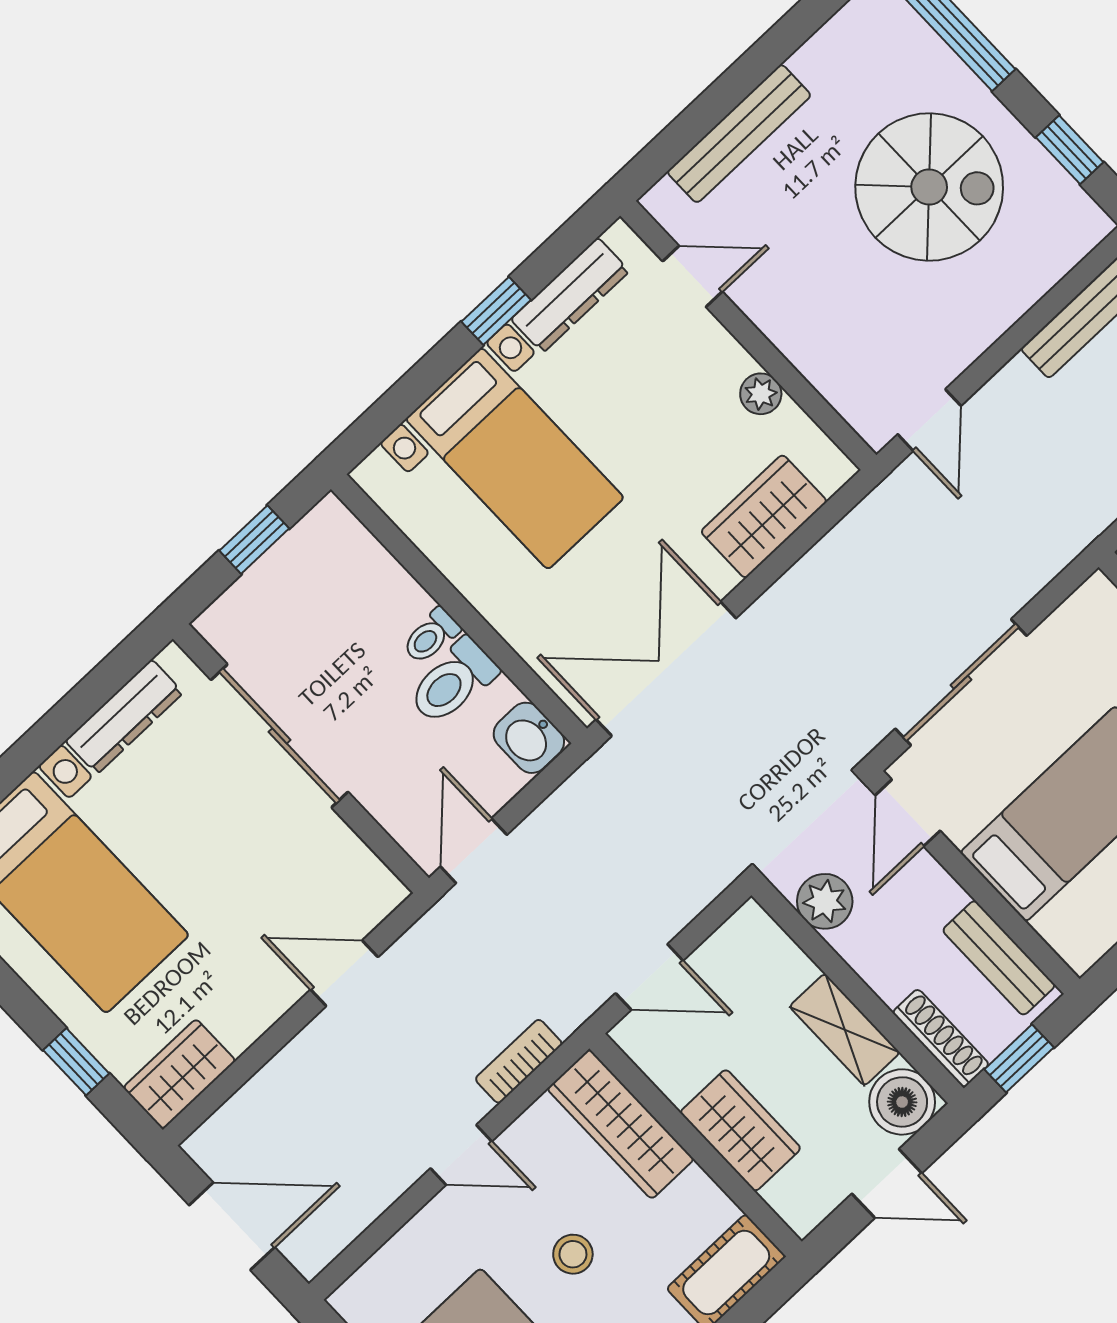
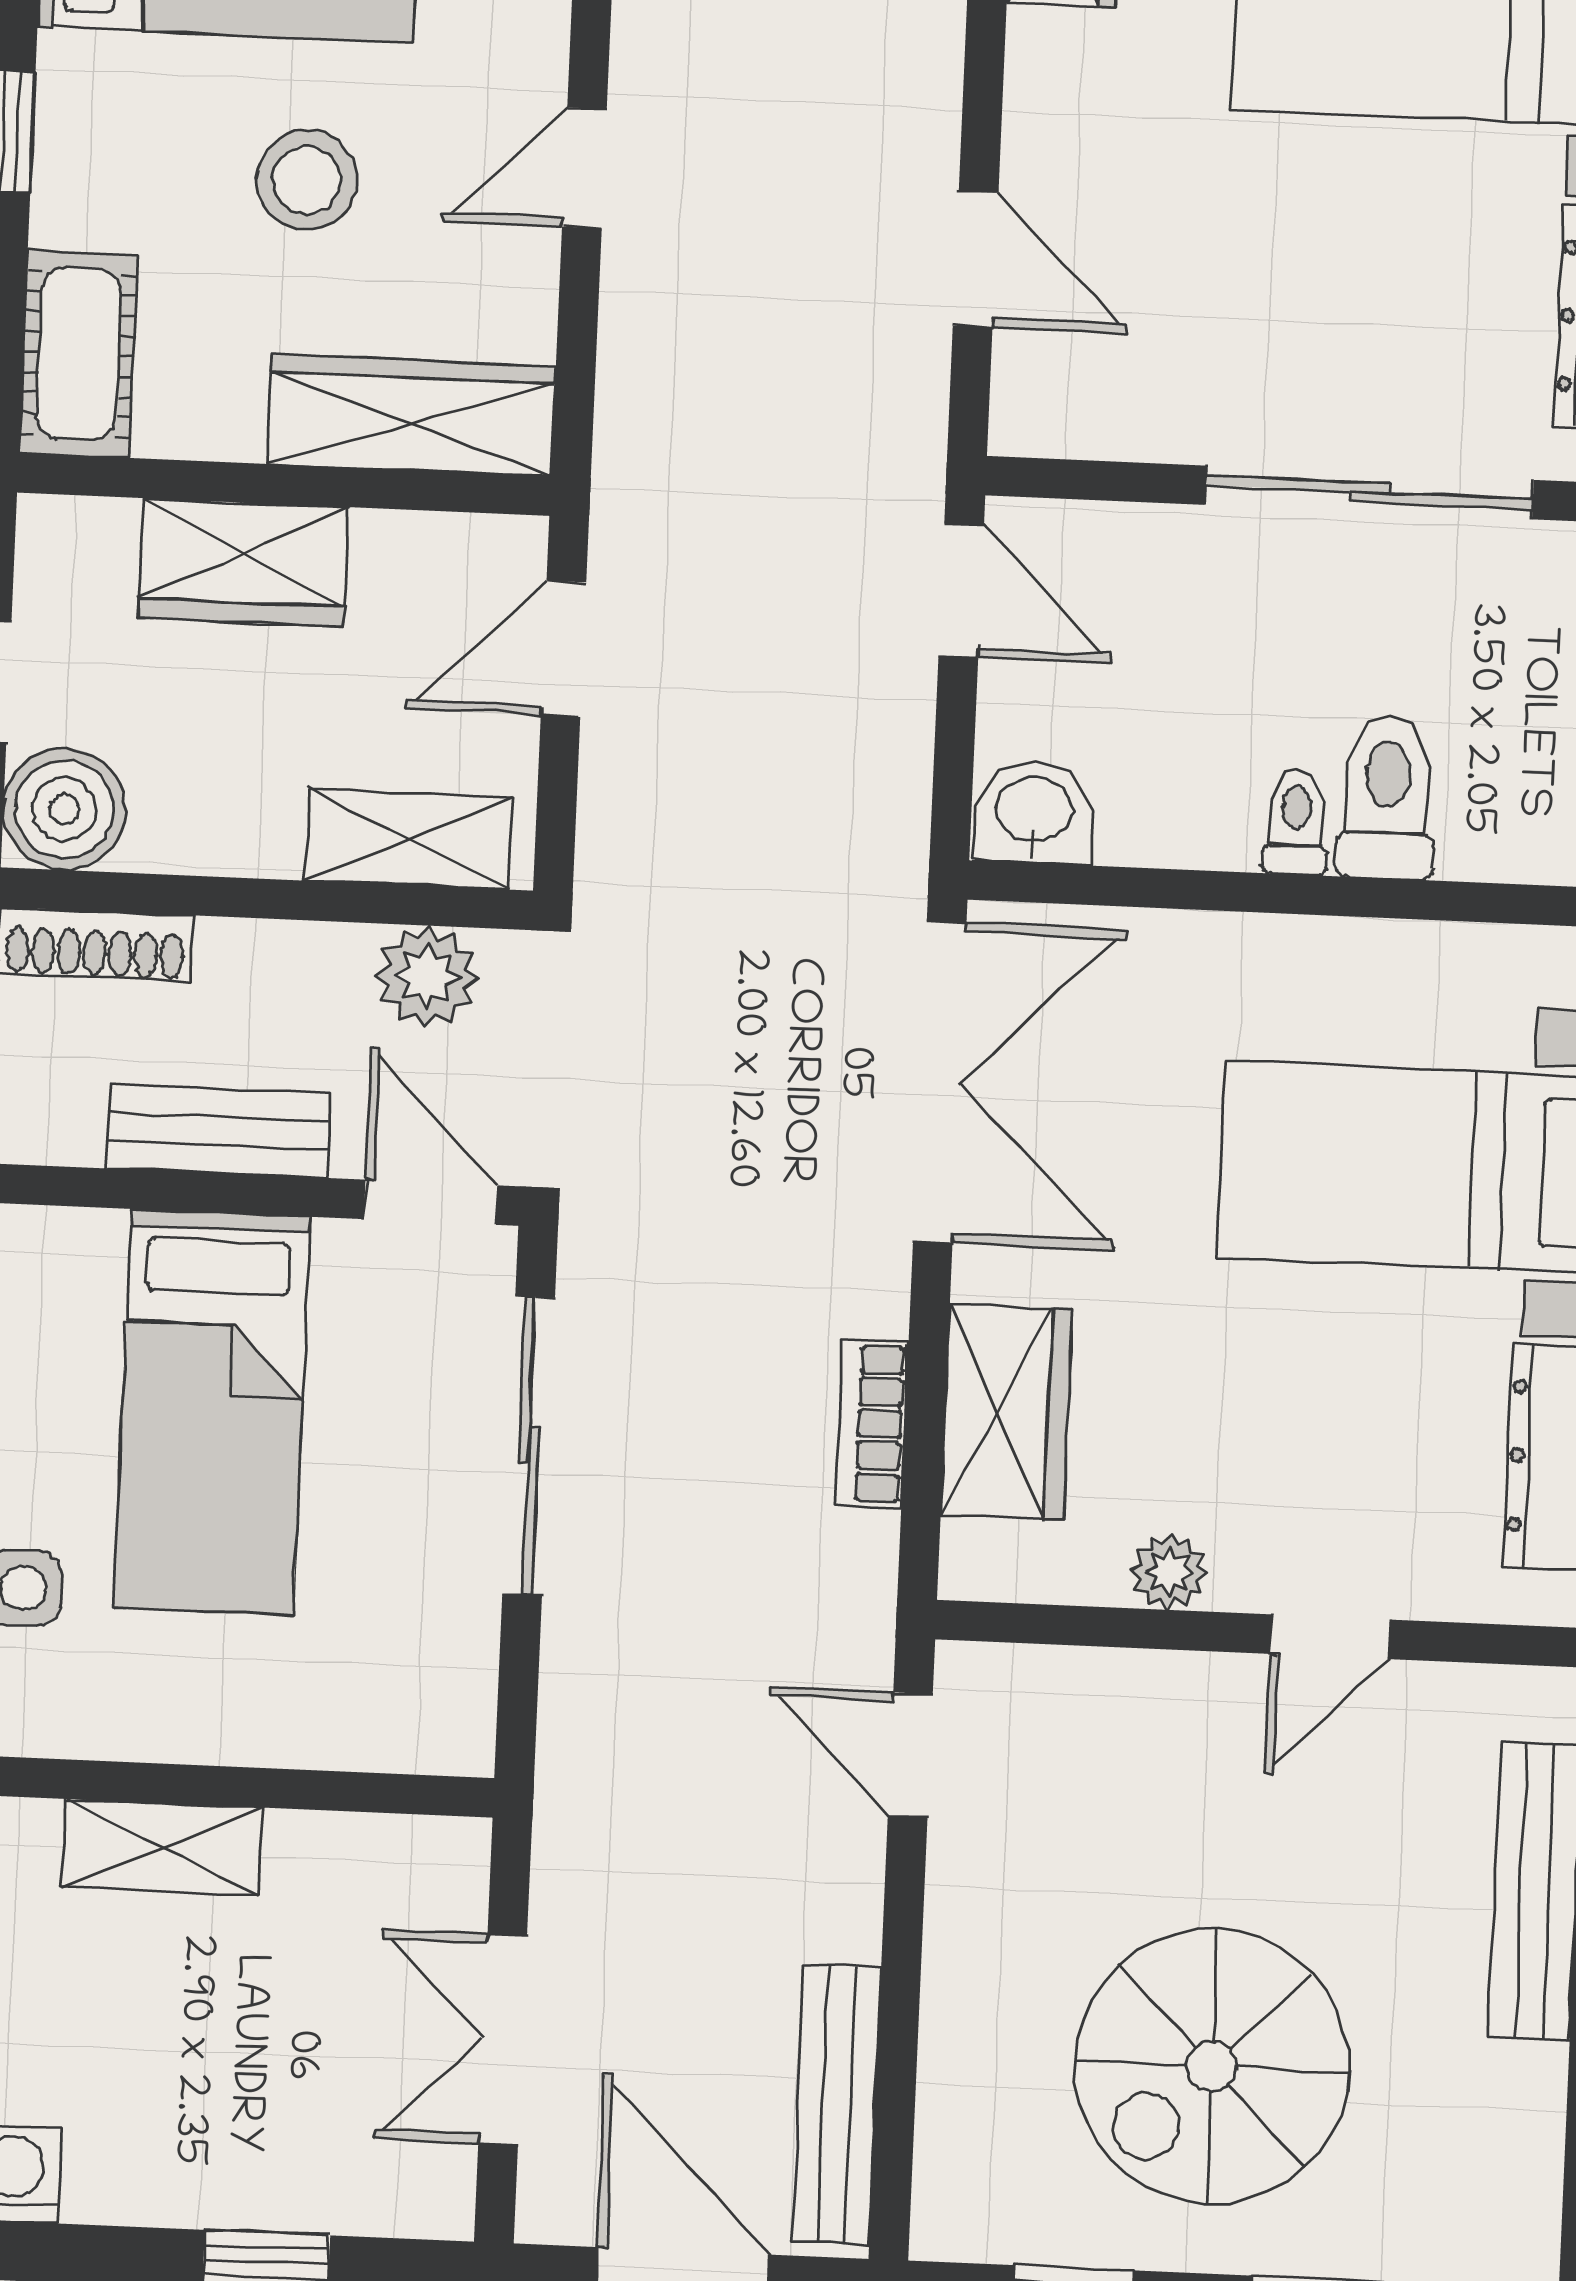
door: (693, 276) -> (1330, 1637), moved
toilet: (453, 682) -> (1387, 797), moved
bench: (999, 958) -> (219, 1131), moved
door: (344, 973) -> (976, 259), hinge flipped
shelving: (845, 1030) -> (409, 839), moved
bookcase: (519, 1061) -> (872, 1423), moved, turned 180
stool: (573, 1254) -> (307, 180), width x1.37, depth x1.37

